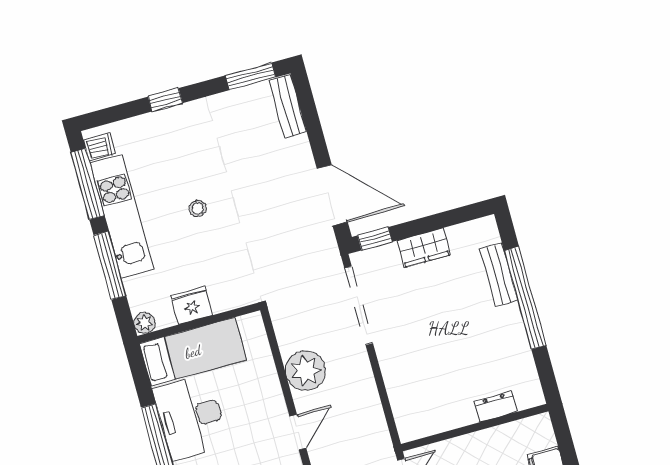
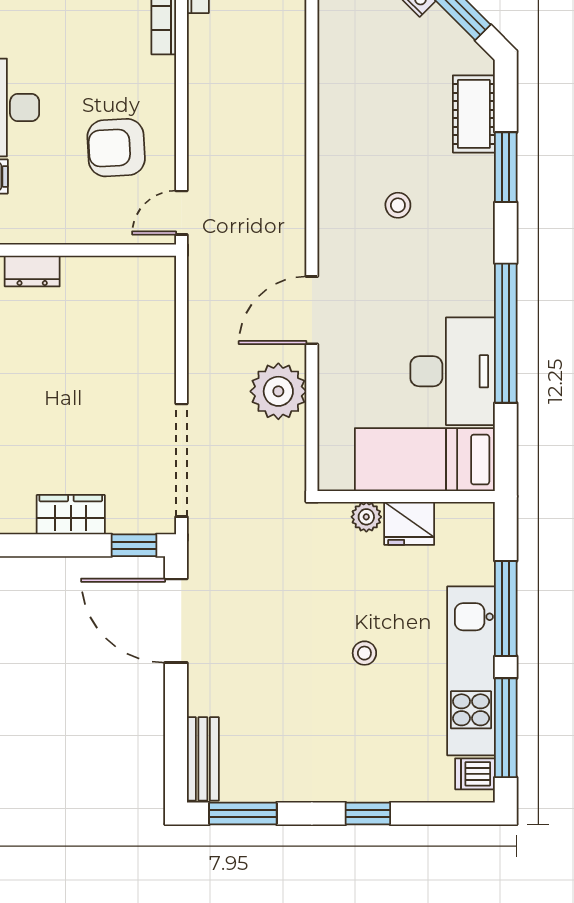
plant: (145, 323) -> (366, 517), moved
door: (298, 432) -> (312, 310), width x1.38

